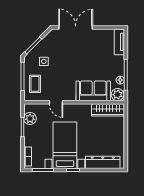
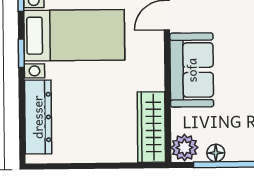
sofa: (93, 91) -> (192, 70), moved

